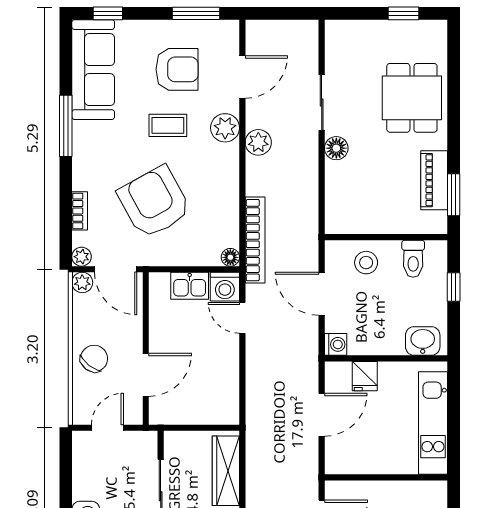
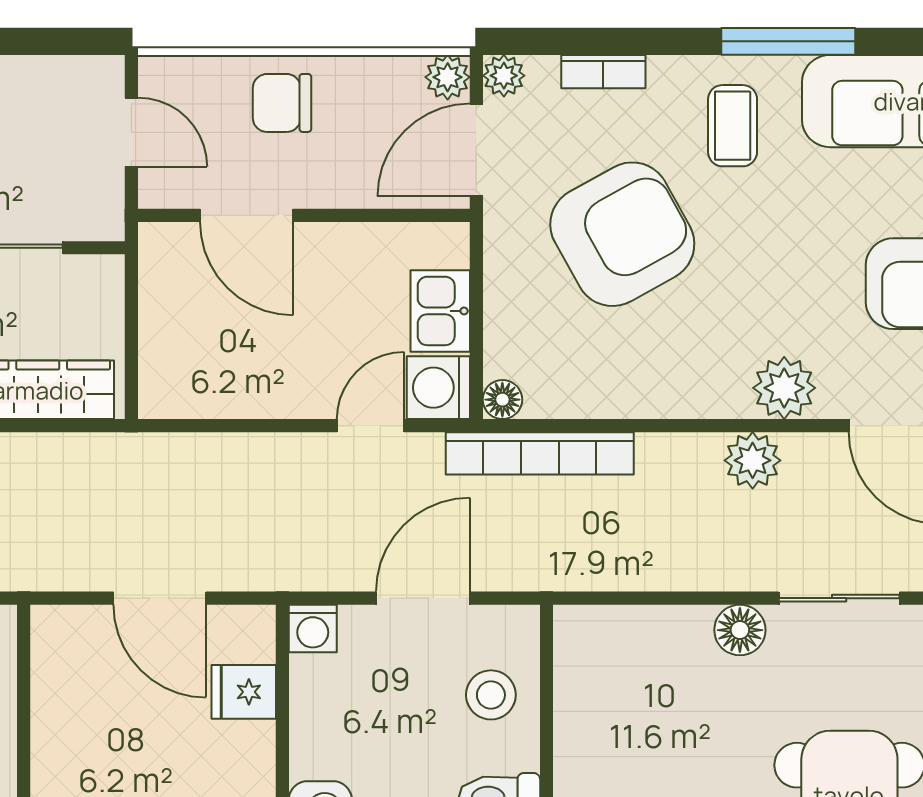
coffee table: (168, 125) -> (733, 126), moved
chair: (94, 359) -> (282, 103), turned 142

